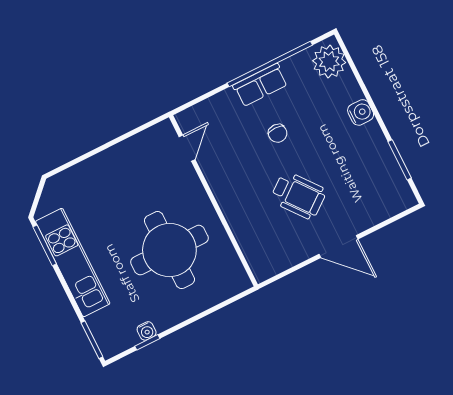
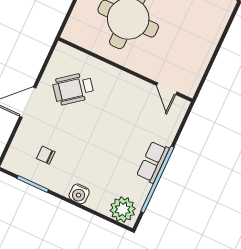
chair: (278, 133) -> (46, 155), moved
wheelchair: (298, 195) -> (73, 89), moved

